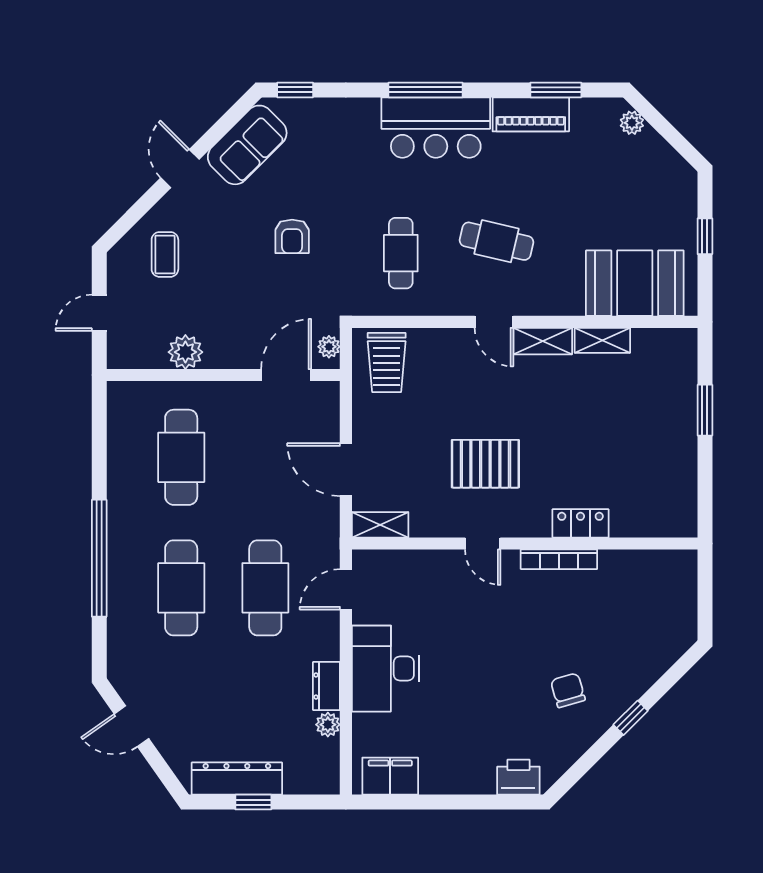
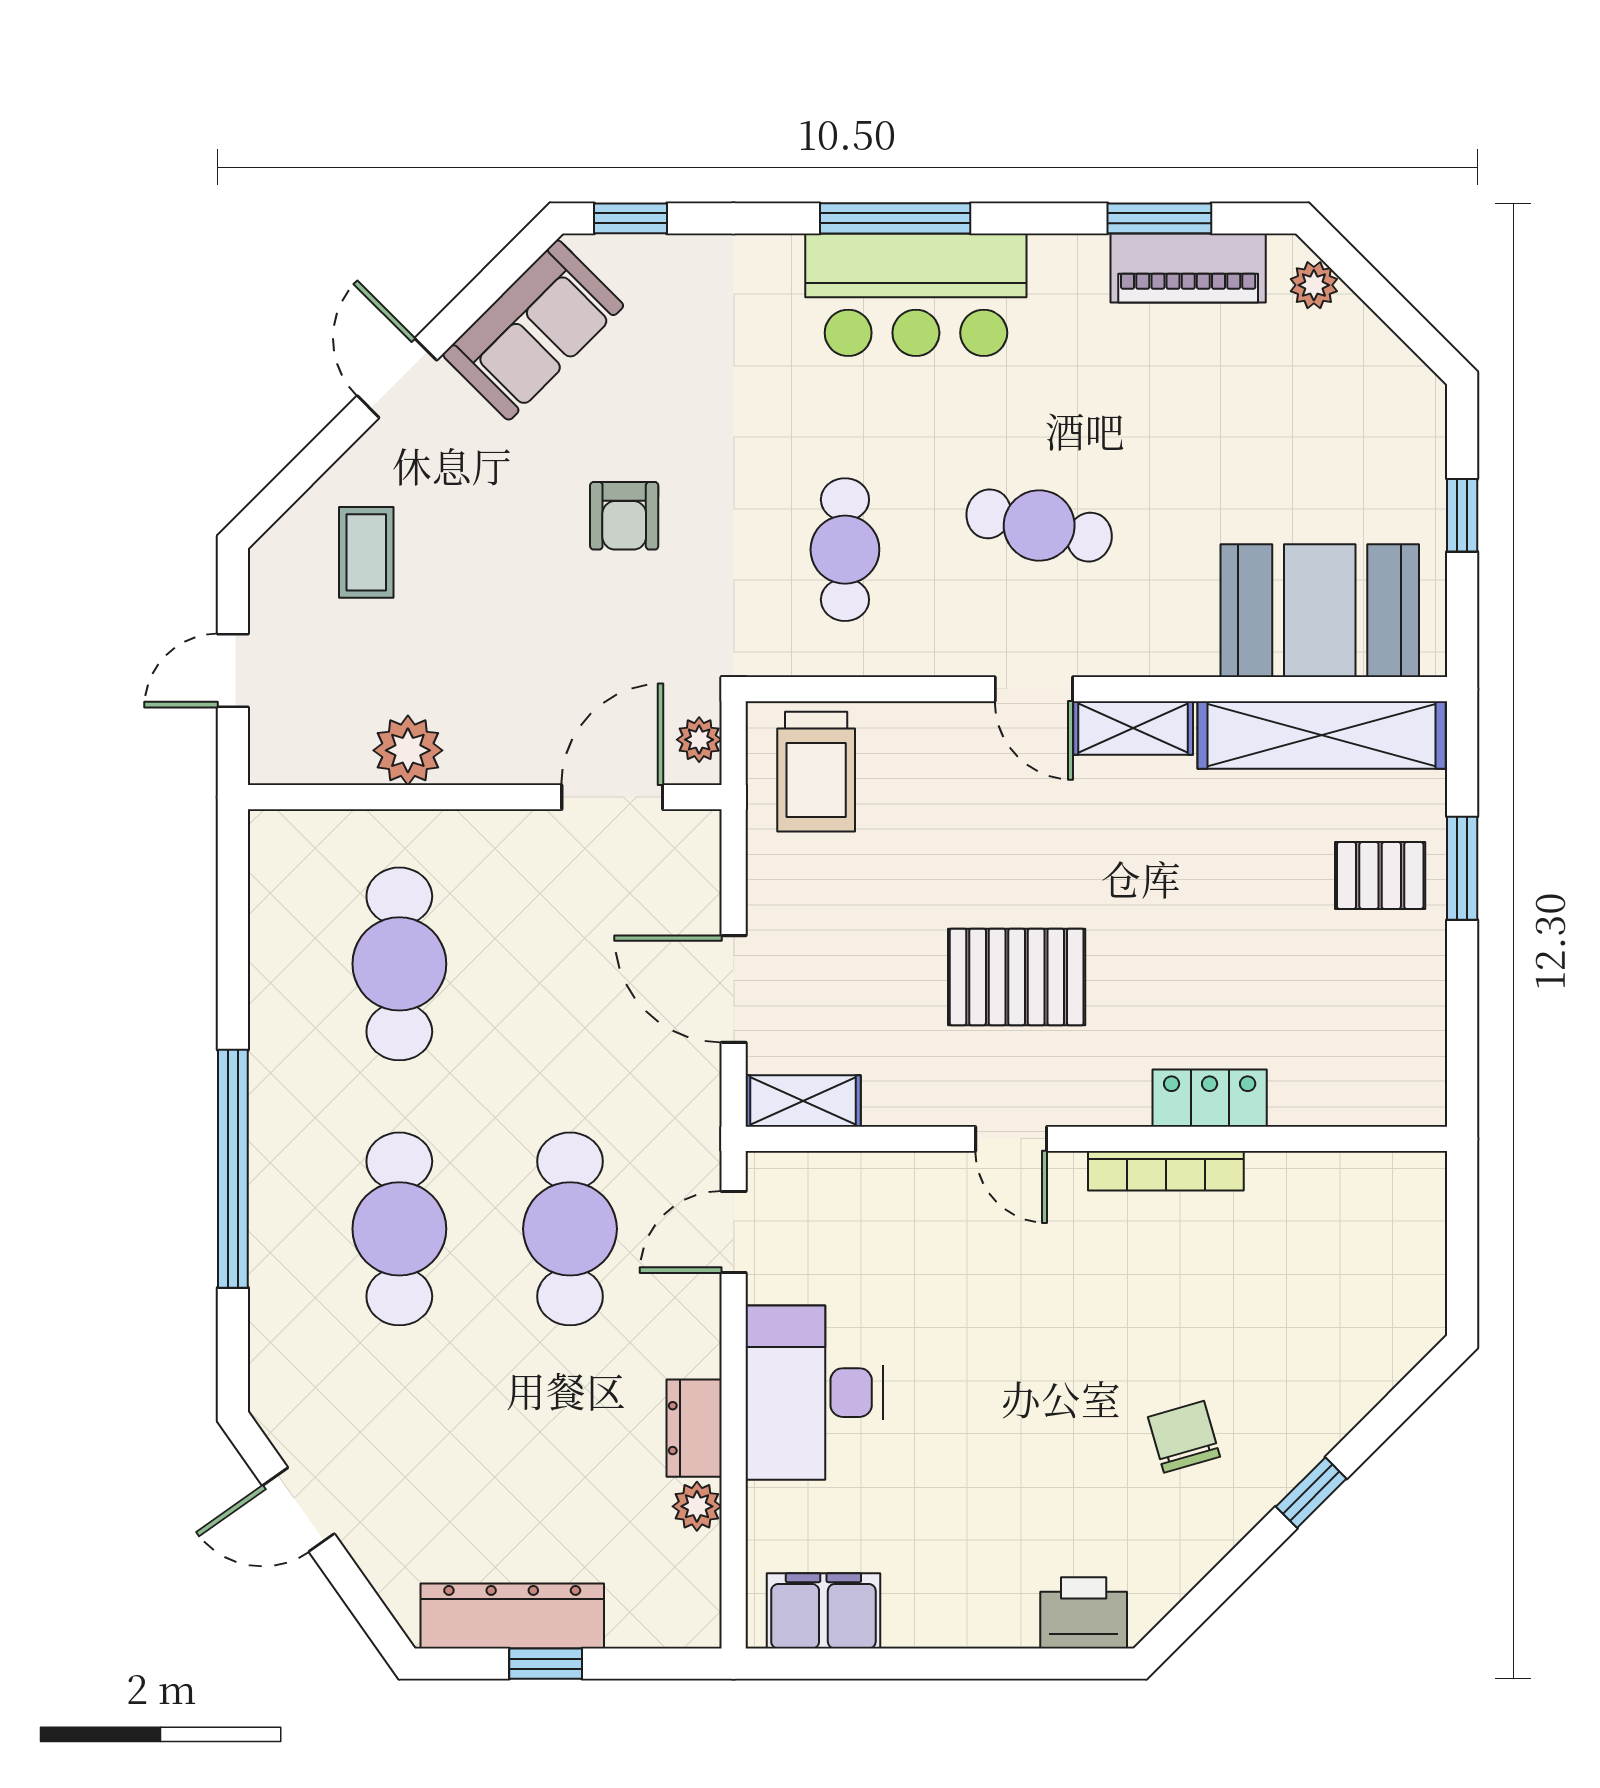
piano: (531, 114) -> (1188, 268), moved
shelving: (602, 340) -> (1322, 735), width x2.20, depth x1.33
pallet: (665, 414) -> (1380, 875), added

